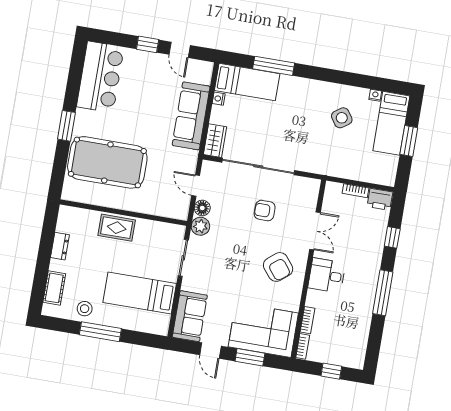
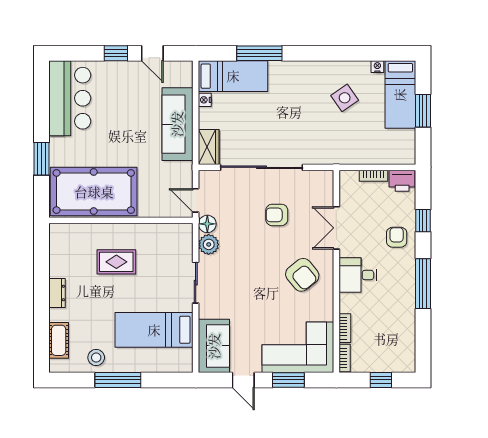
wall: (123, 213) -> (121, 220), moved
double door: (315, 231) -> (336, 228), swing flipped
armchair: (367, 248) -> (397, 237), added

